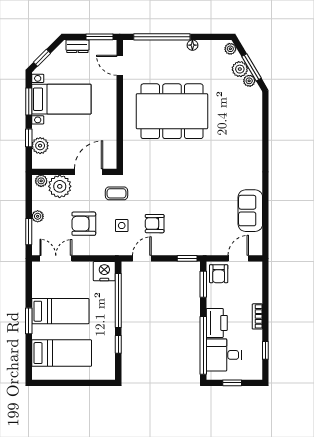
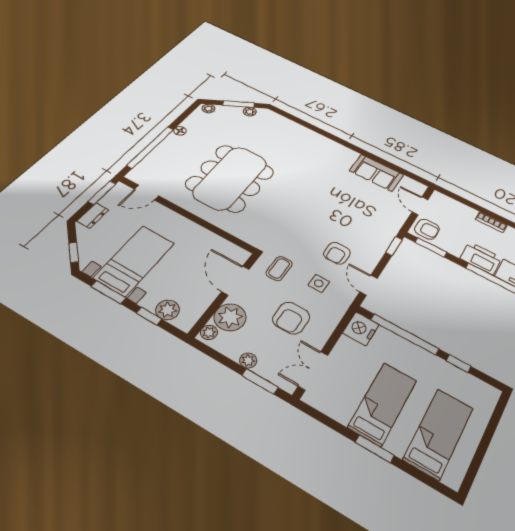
plant: (240, 69) -> (233, 112), removed

